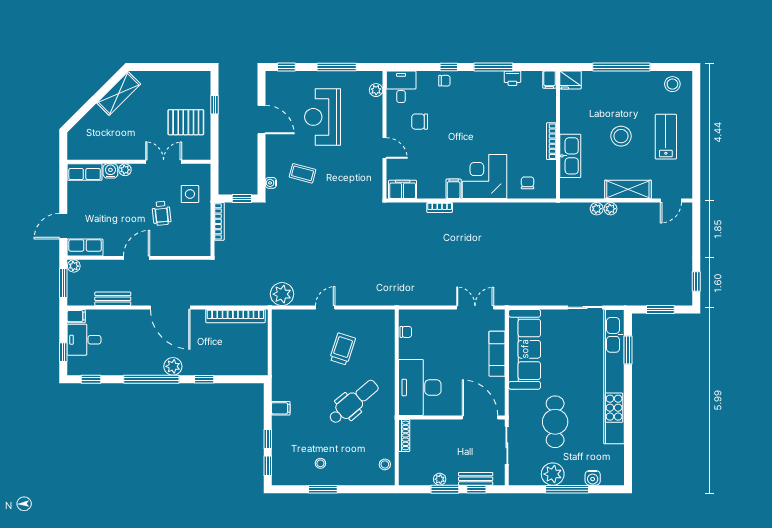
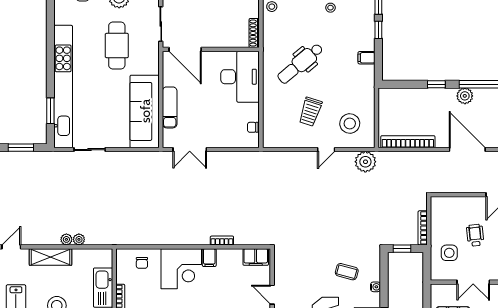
water cooler: (271, 183) -> (376, 287), moved
stool: (299, 336) -> (350, 124), added

